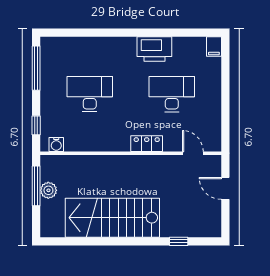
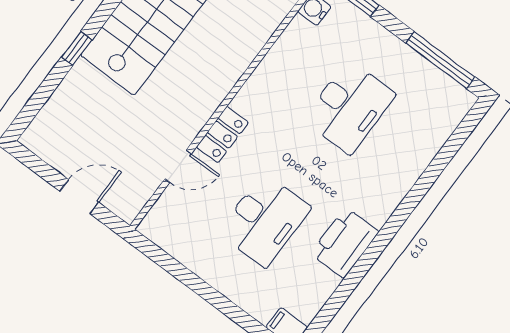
door: (193, 153) -> (178, 166), moved
window: (179, 241) -> (77, 48), moved

